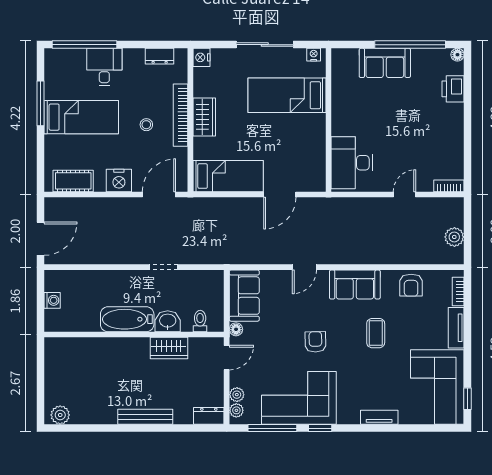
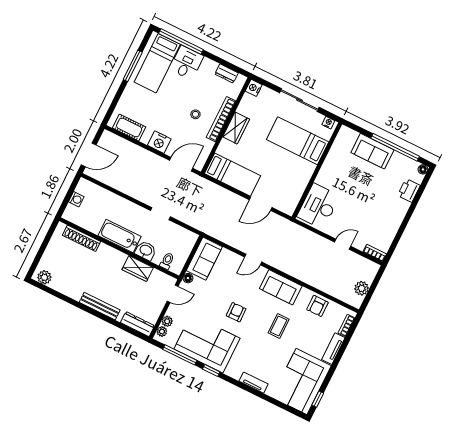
bed: (81, 117) -> (157, 63), moved, turned 90
shoe rack: (82, 345) -> (82, 238), added
dresser: (209, 416) -> (138, 324), width x1.44

